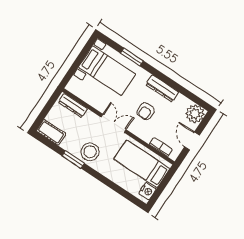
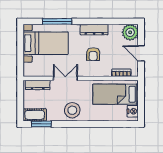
window: (132, 57) -> (57, 21), width x1.44
double door: (113, 123) -> (65, 78), moved
window: (73, 160) -> (41, 124), moved

